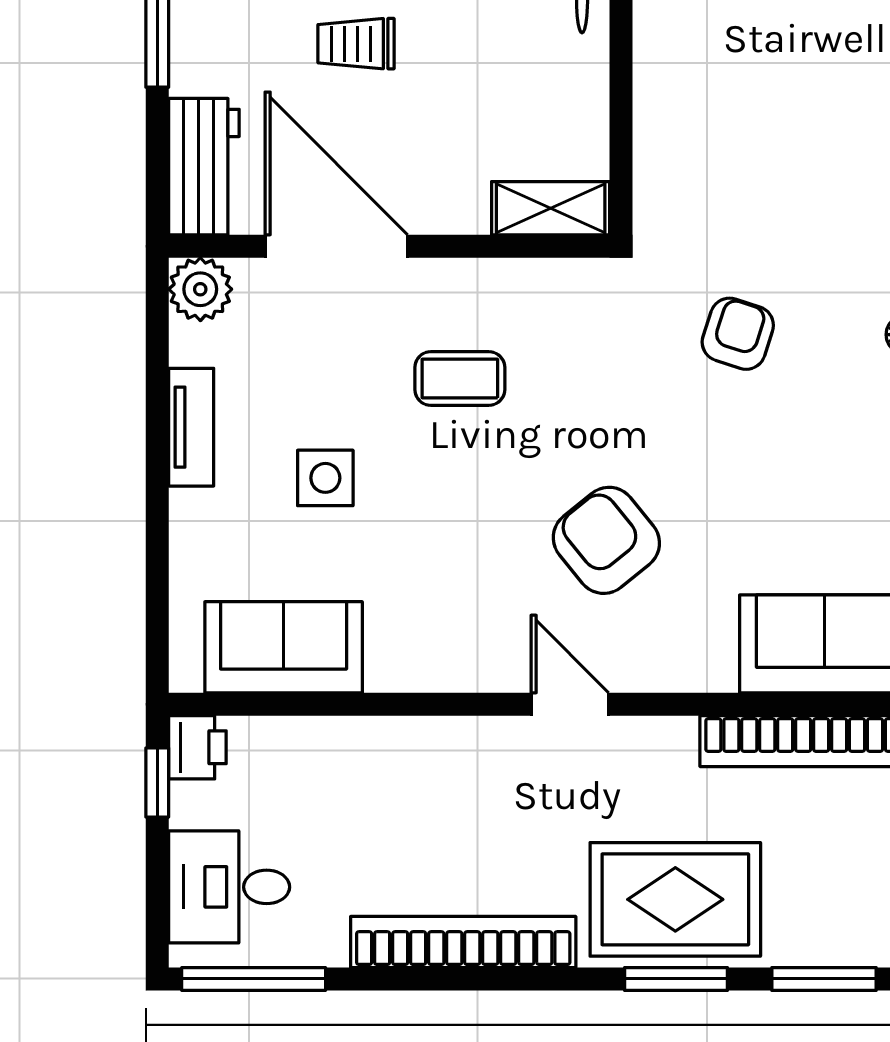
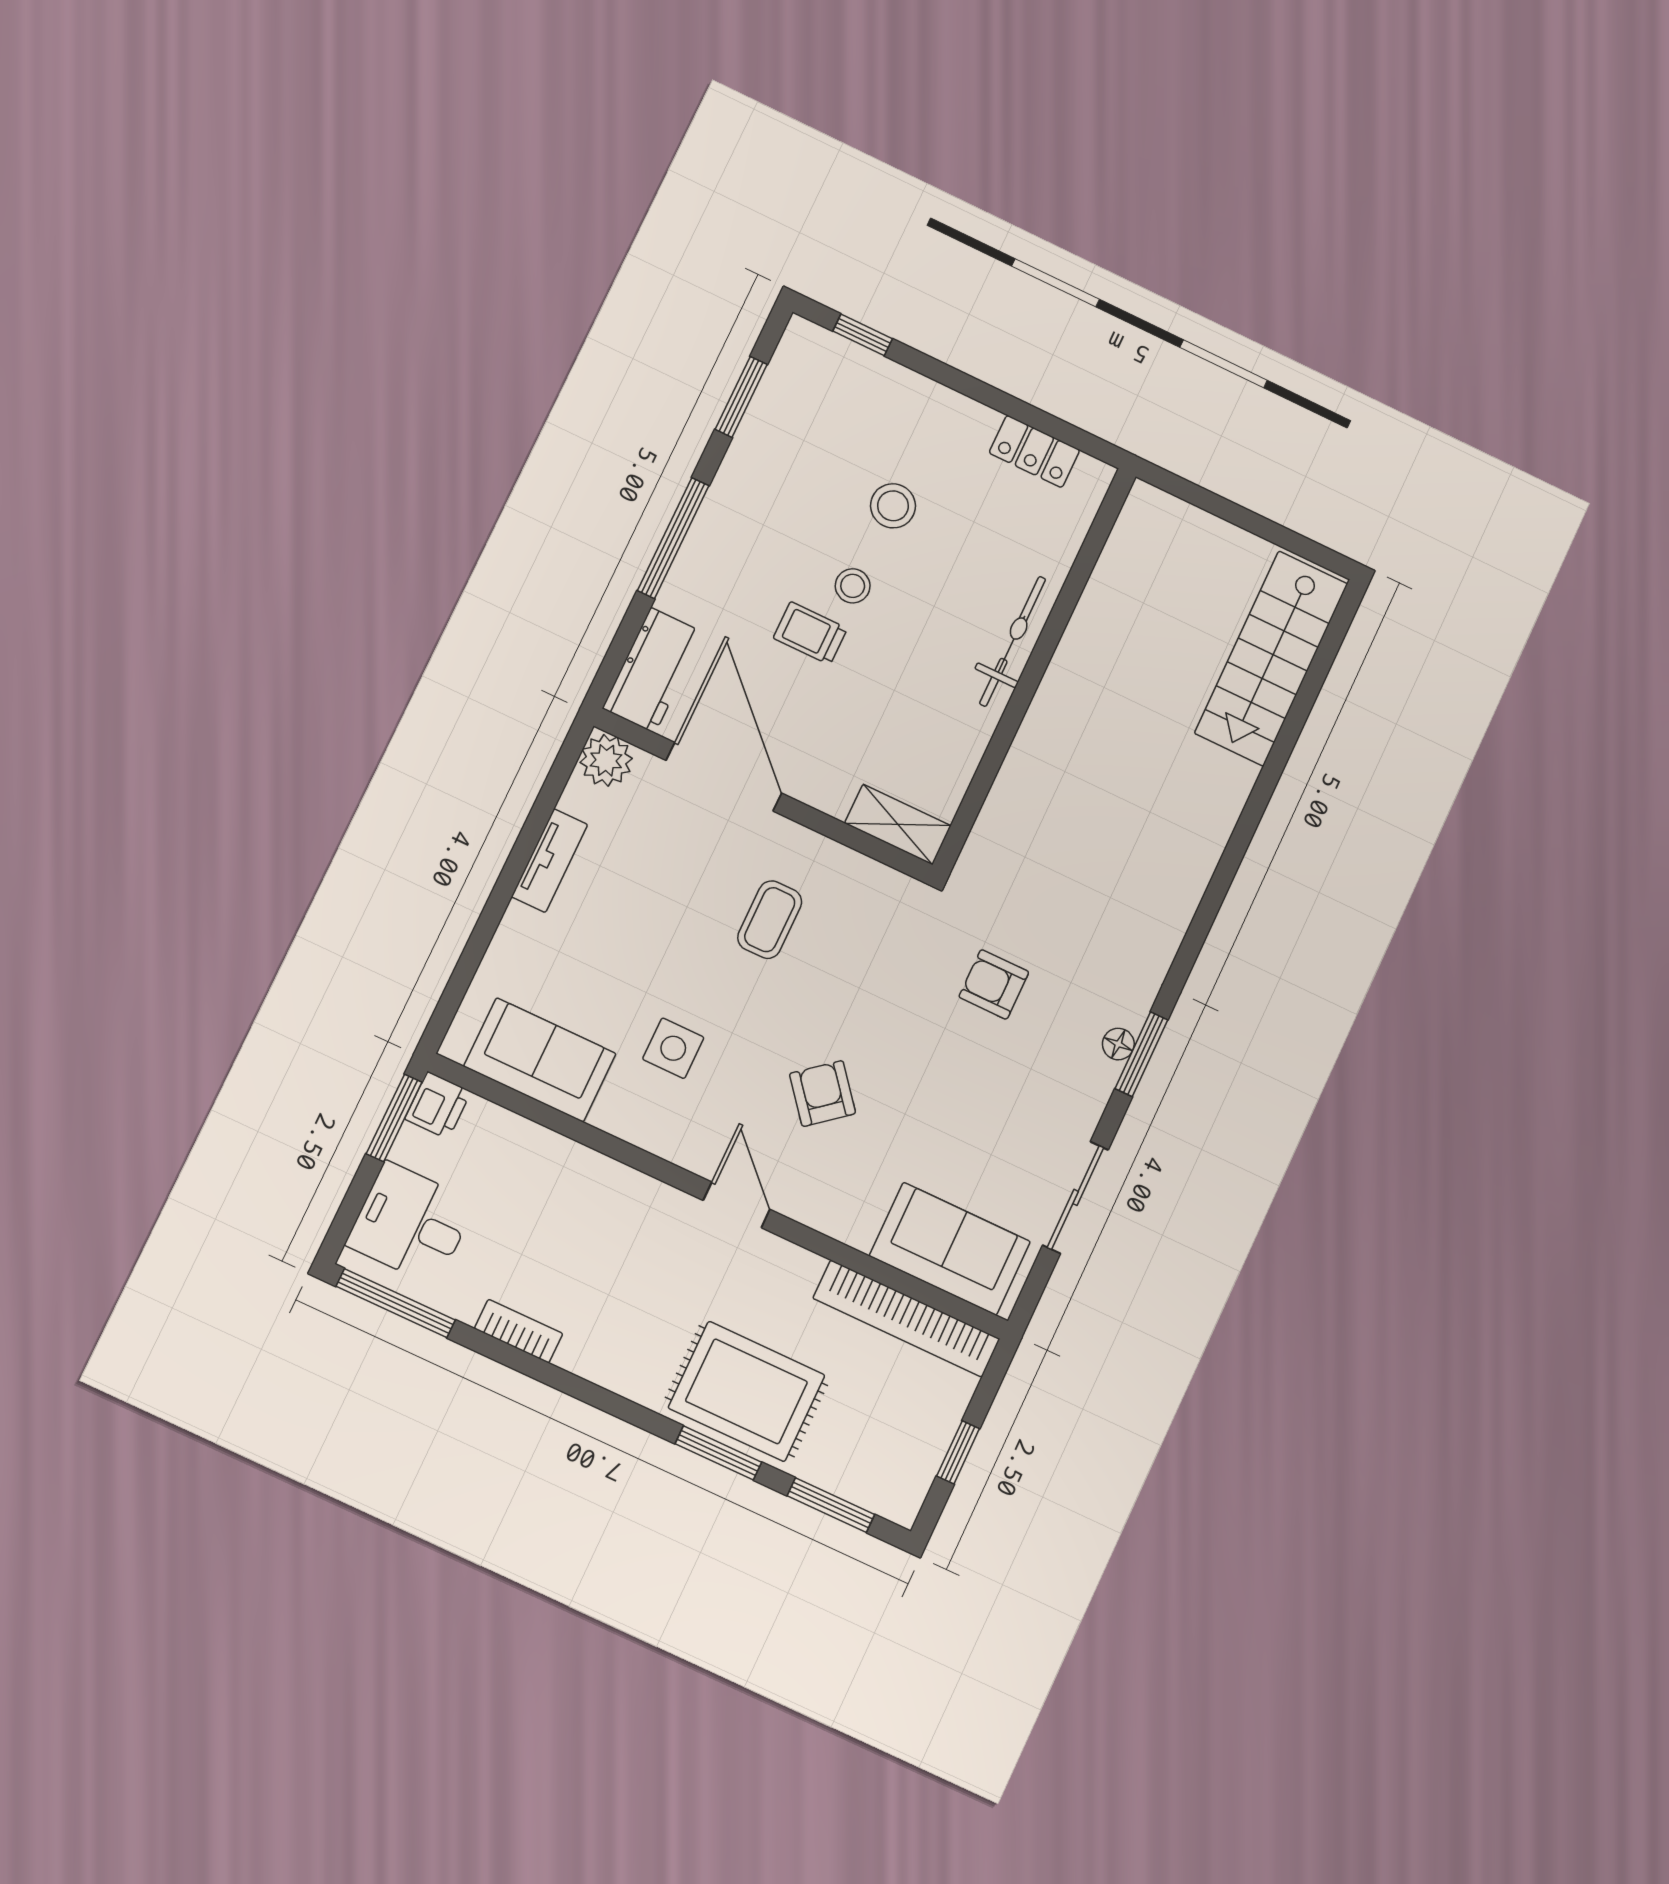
armchair: (738, 334) -> (994, 984), turned -108
coffee table: (460, 378) -> (770, 920), turned 90
side table: (325, 478) -> (673, 1048), moved
armchair: (606, 540) -> (823, 1094), width x0.72, depth x0.72
window: (157, 783) -> (394, 1118), width x1.50
bookcase: (463, 942) -> (519, 1331), width x0.43, depth x0.76

